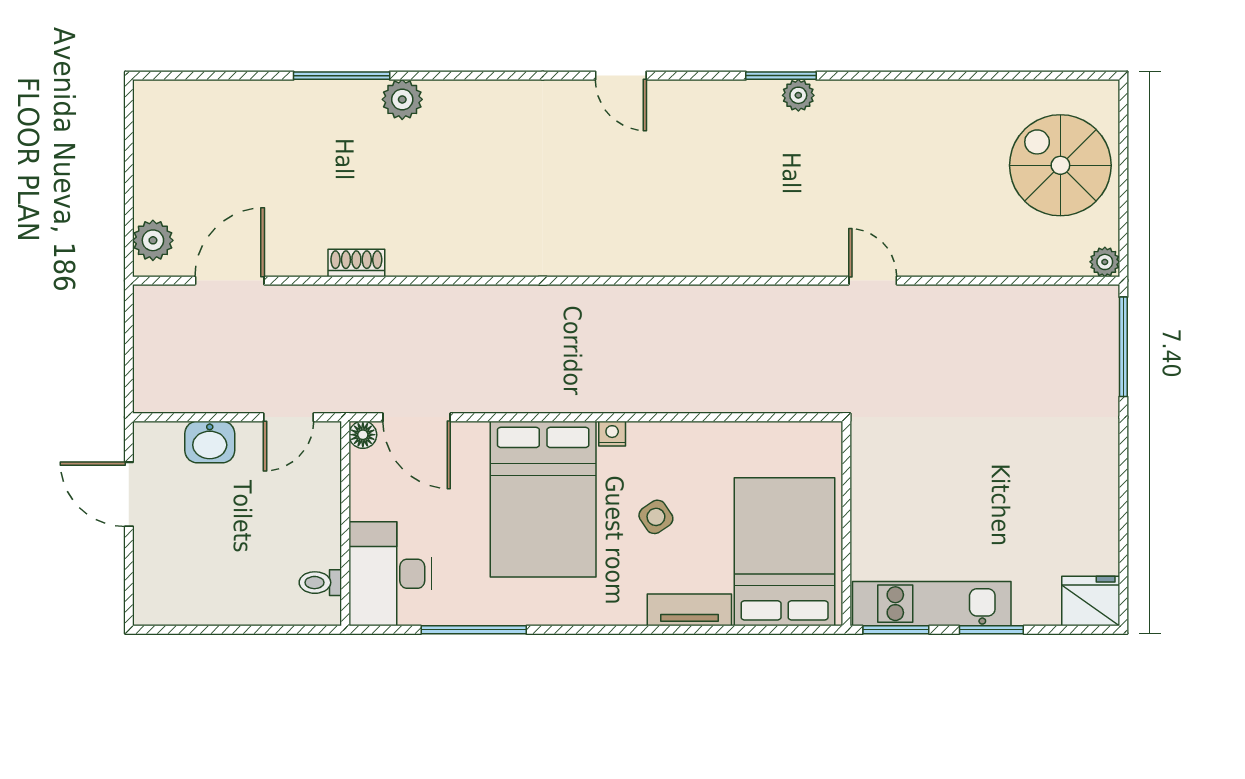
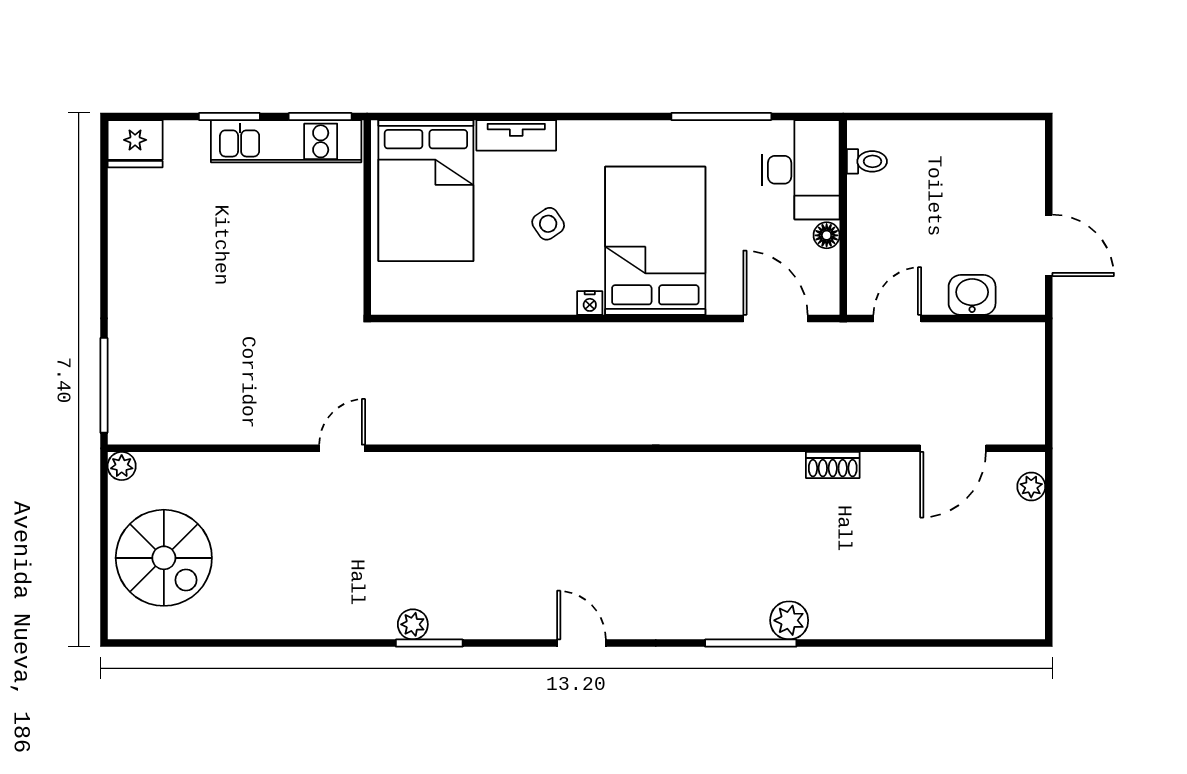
window: (342, 76) -> (751, 643), moved
plant: (153, 240) -> (1031, 487), width x0.73, depth x0.73
door: (873, 281) -> (342, 448), swing flipped
floor lamp: (363, 435) -> (827, 235), moved

